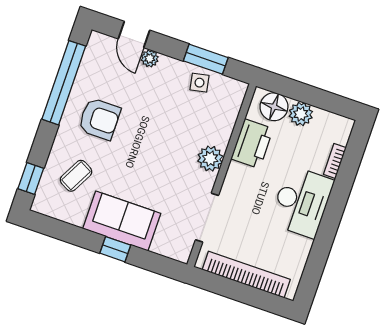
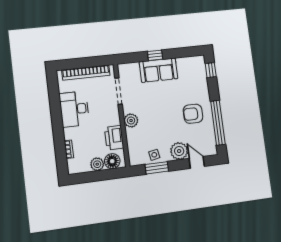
plant: (150, 58) -> (179, 151), width x1.88, depth x1.88
coffee table: (76, 176) -> (191, 81), removed
desk: (302, 202) -> (74, 109), moved

